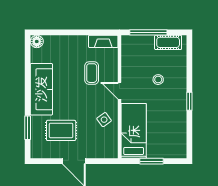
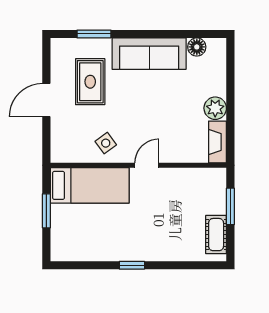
window: (148, 32) -> (230, 206), width x0.69
floor lamp: (37, 41) -> (197, 47), moved
plant: (80, 43) -> (215, 108), added
coffee table: (92, 73) -> (172, 125), removed
stool: (158, 80) -> (163, 220), removed

